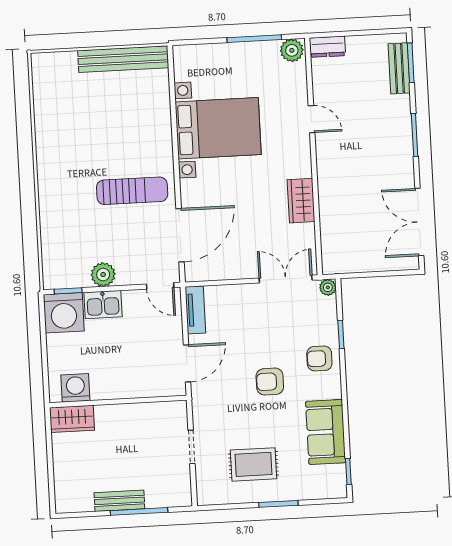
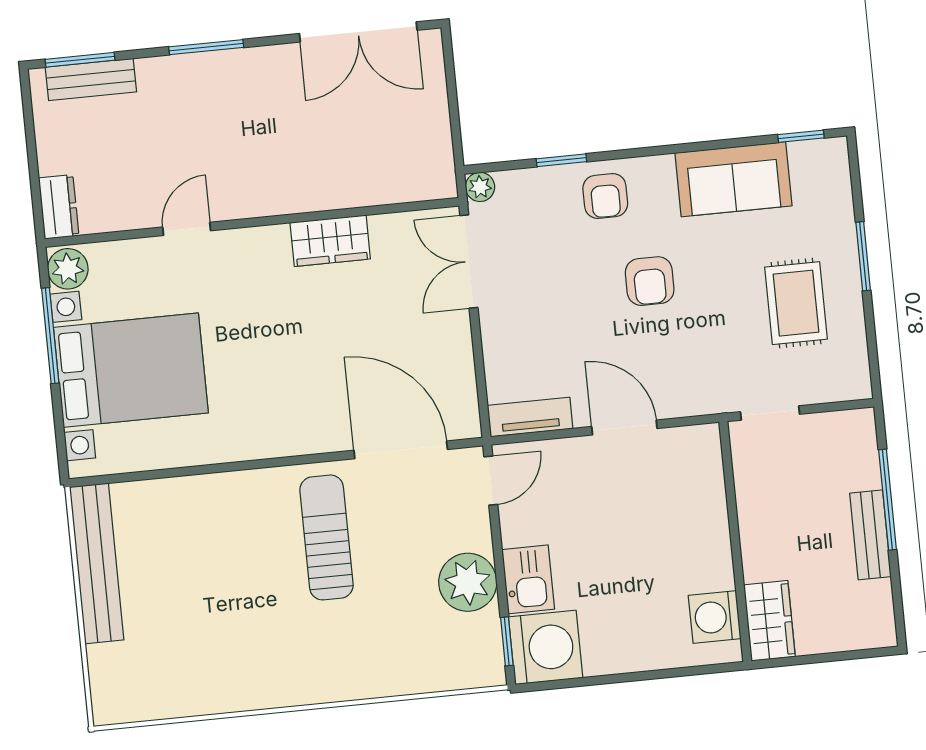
bed with nightstands: (218, 128) -> (131, 370), moved, turned 90
plant: (103, 275) -> (468, 582), width x1.36, depth x1.36
washing machine: (75, 388) -> (715, 617), moved
wall: (118, 401) -> (735, 542), moved
wardrobe: (72, 419) -> (769, 621), moved

